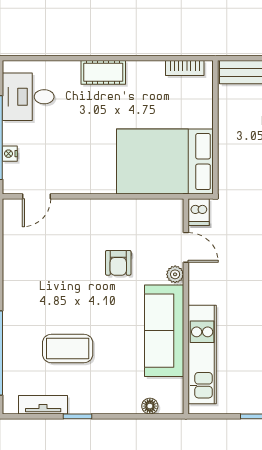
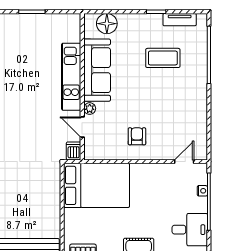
armchair: (118, 263) -> (137, 136), moved
kitchen unit: (202, 355) -> (71, 77), moved
floor lamp: (150, 406) -> (107, 24), width x1.89, depth x1.89

